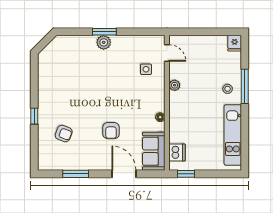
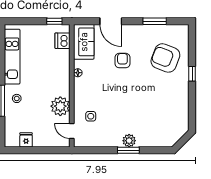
fridge: (235, 43) -> (26, 140), moved
plant: (175, 85) -> (60, 106), width x1.87, depth x1.87
armchair: (64, 134) -> (165, 58), width x1.88, depth x1.88

